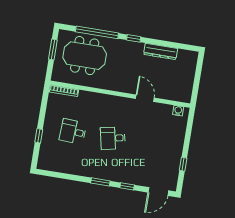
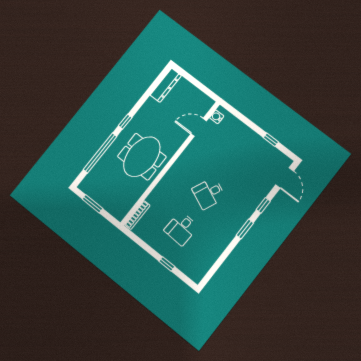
dresser: (161, 51) -> (166, 85), moved
meeting table: (85, 56) -> (142, 157), moved
door: (145, 98) -> (199, 127), moved
desk: (113, 138) -> (209, 193), turned 36

